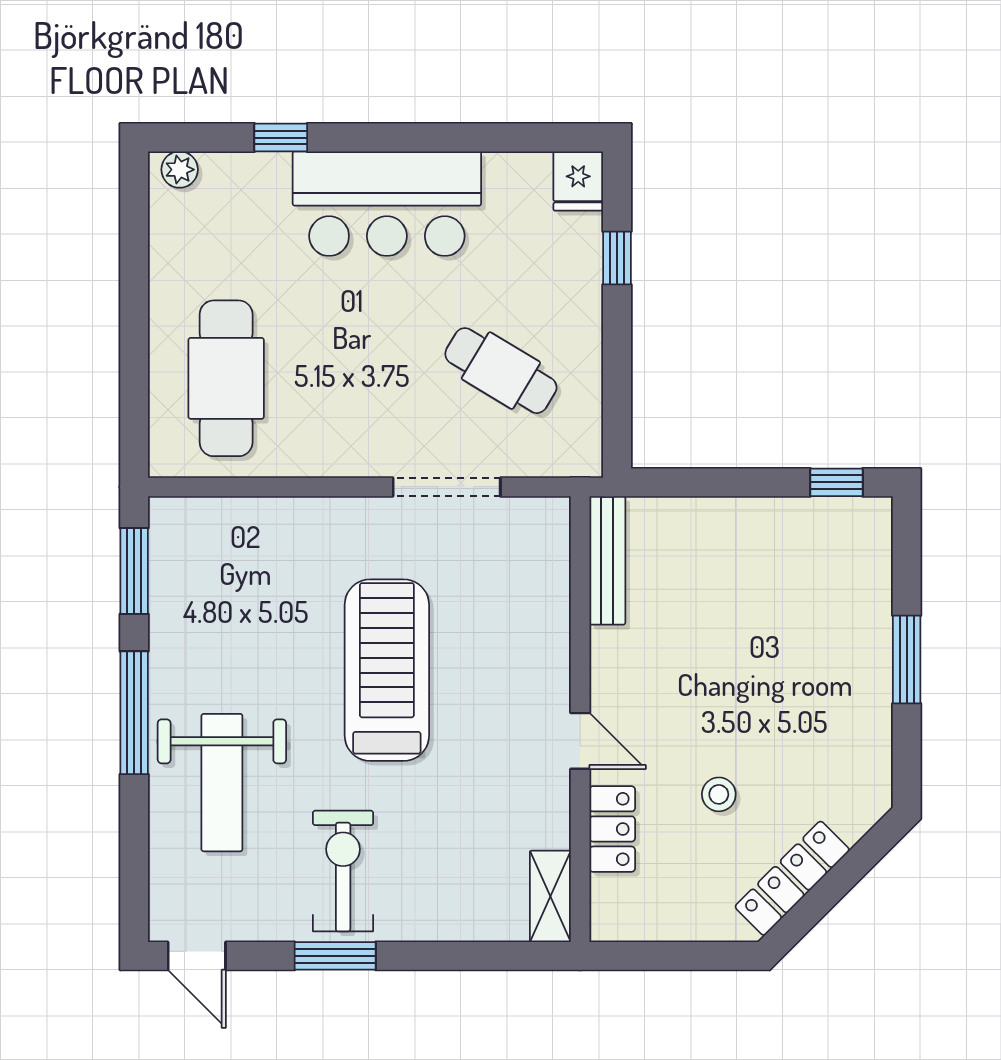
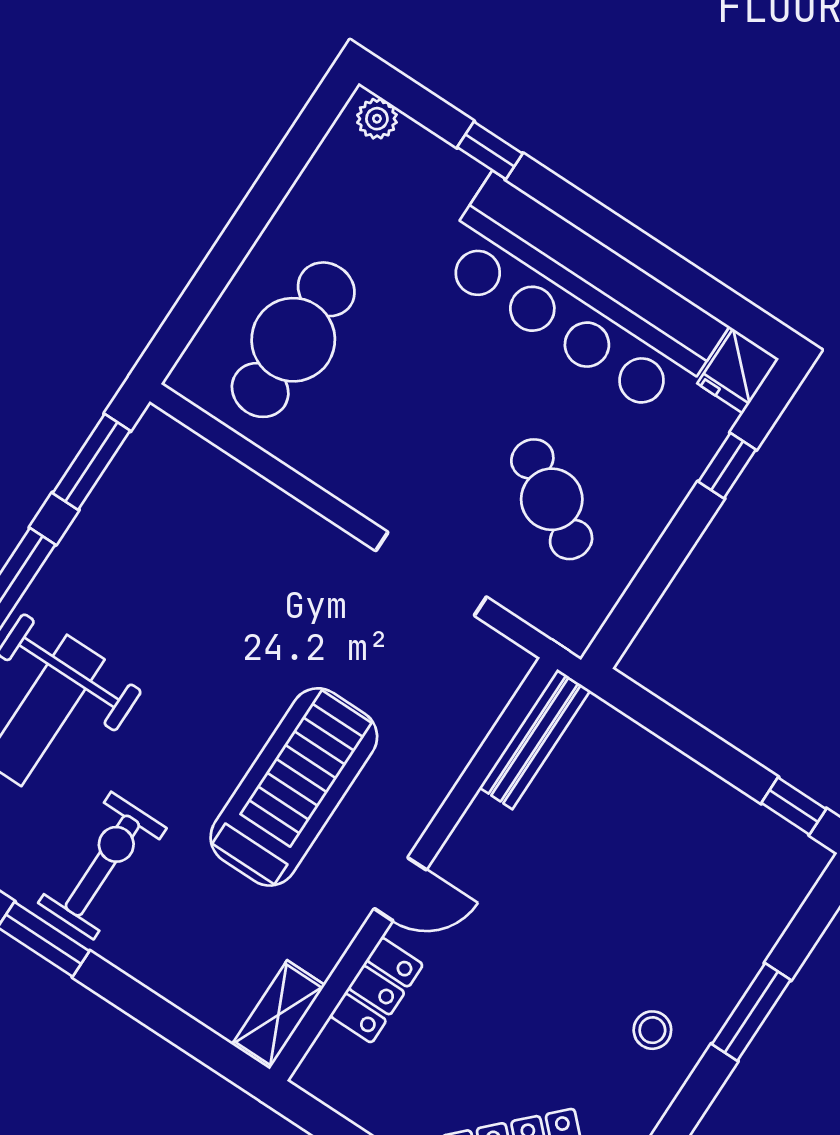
bar counter: (387, 204) -> (579, 297), width x1.36
treadmill: (387, 670) -> (294, 787), moved
door: (580, 741) -> (400, 889), hinge flipped
stool: (719, 794) -> (652, 1030), moved

